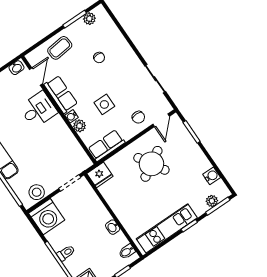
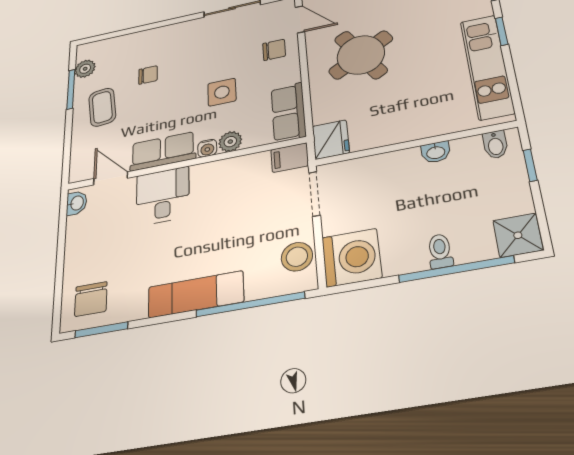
coffee table: (60, 48) -> (102, 107), moved
filing cabinet: (83, 160) -> (290, 158), added

